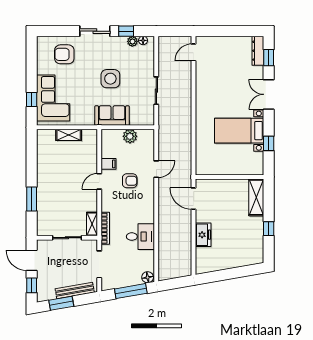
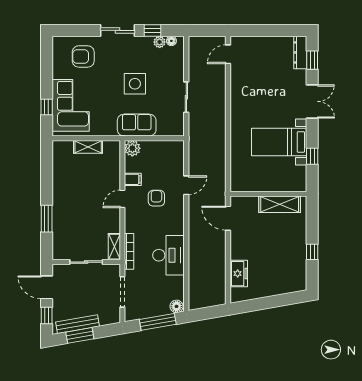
double door: (269, 94) -> (312, 101), swing flipped
plant: (130, 136) -> (132, 148), moved
armchair: (130, 181) -> (156, 198), turned -90
shelving: (256, 197) -> (280, 204), moved, turned 90
freezer: (203, 235) -> (239, 274), moved
desk: (140, 237) -> (169, 255), width x1.37
bench: (75, 290) -> (78, 324), moved

